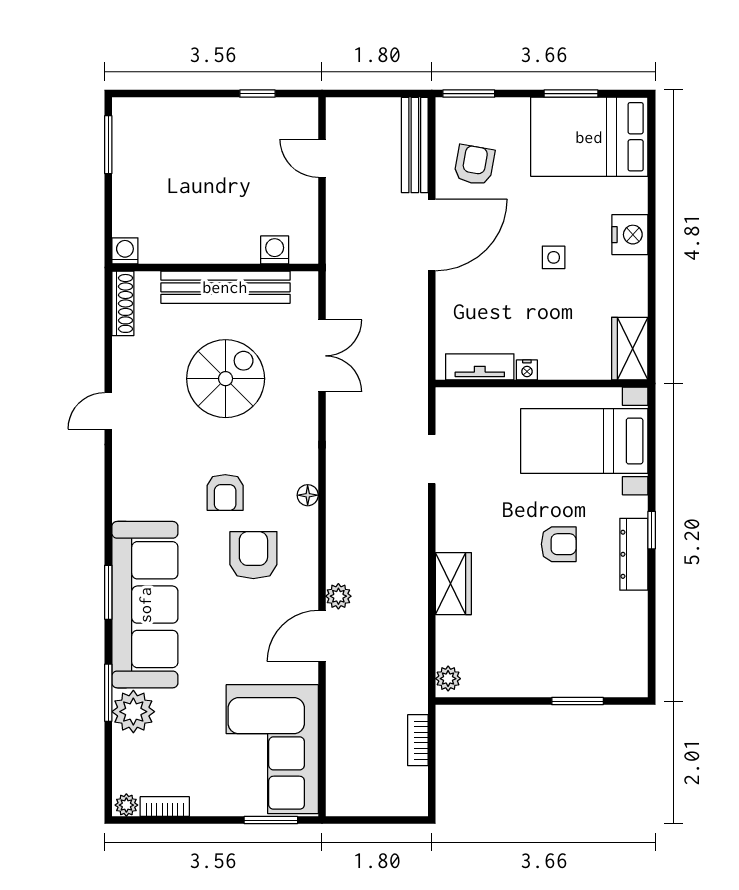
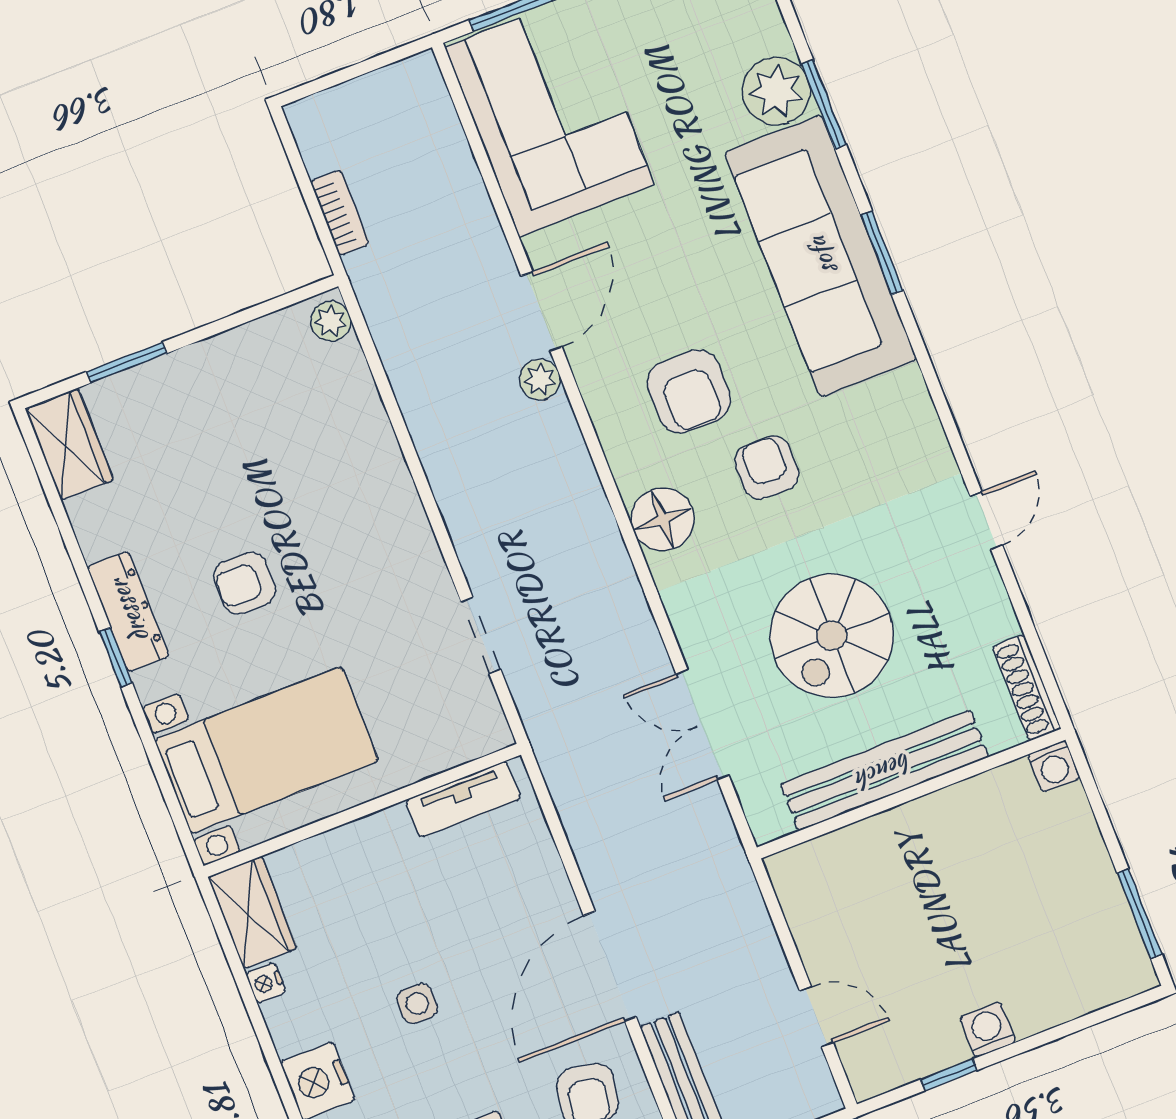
washing machine: (275, 250) -> (988, 1030), moved, turned 180
nightstand: (527, 370) -> (266, 983), moved, turned -90
floor lamp: (308, 495) -> (663, 519), width x1.89, depth x1.89
wardrobe: (453, 584) -> (70, 445), moved, turned 180

